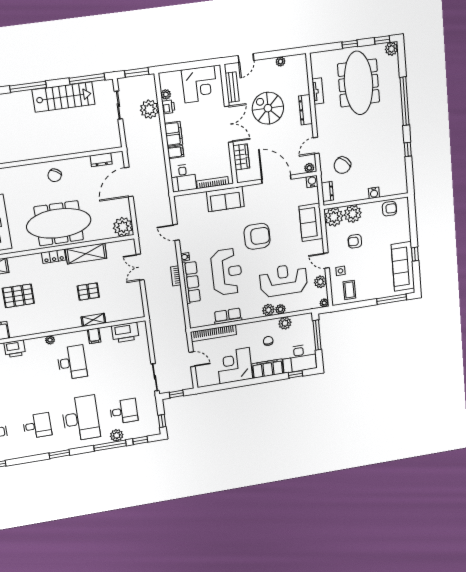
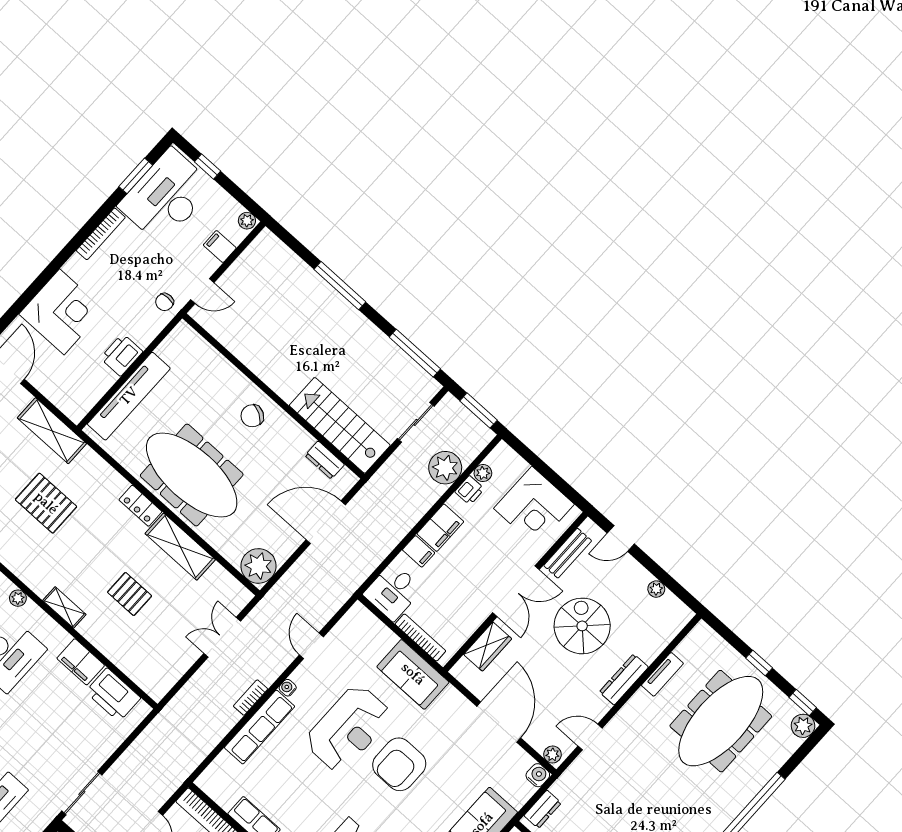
stairs: (64, 97) -> (340, 425), moved, turned 180
chair: (342, 165) -> (595, 798), removed
armchair: (257, 236) -> (399, 764), turned 90
reception desk: (227, 272) -> (348, 728), moved
shelving: (93, 320) -> (64, 607), moved
filing cabinet: (94, 336) -> (81, 662), width x2.00

